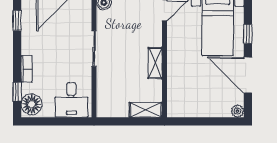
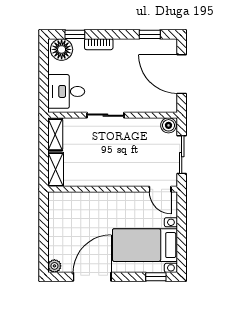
window: (248, 34) -> (156, 277), moved
sliding door: (94, 49) -> (105, 115), moved
shelving: (155, 63) -> (55, 135), moved, turned 90

